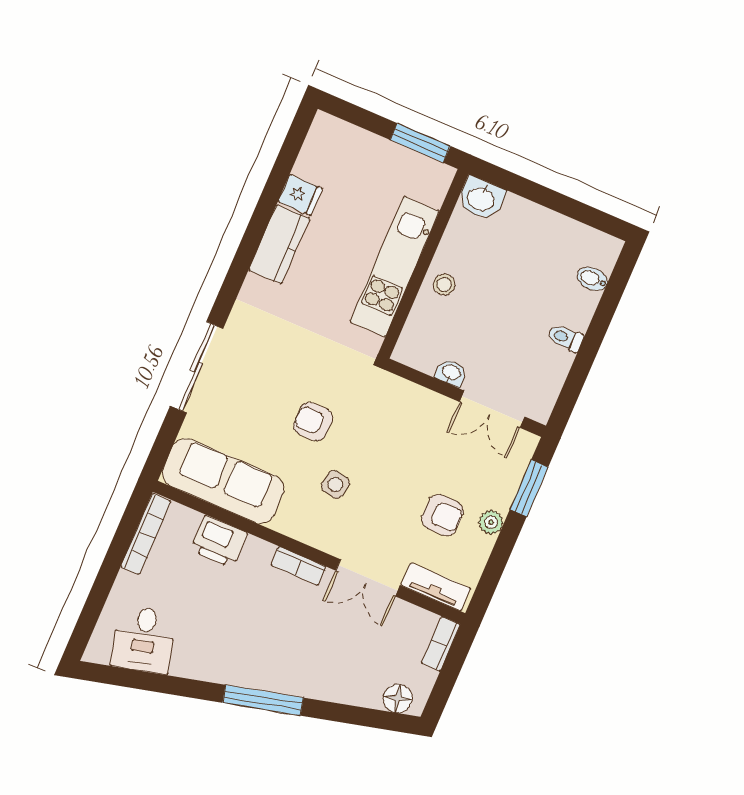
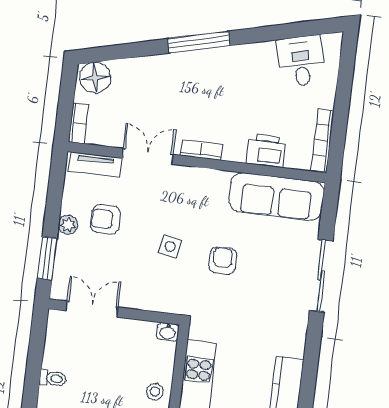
washbasin: (451, 373) -> (168, 332), moved
armchair: (313, 422) -> (223, 261), turned -90
side table: (335, 484) -> (170, 246), moved
floor lamp: (398, 698) -> (95, 78), width x1.38, depth x1.38

